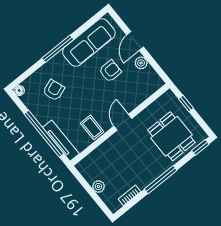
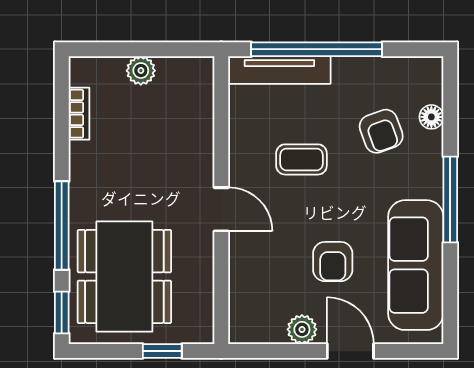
floor lamp: (19, 91) -> (431, 117), moved
coffee table: (92, 127) -> (301, 159), moved
dining table: (171, 136) -> (124, 277), width x1.38
window: (161, 180) -> (62, 225), moved

